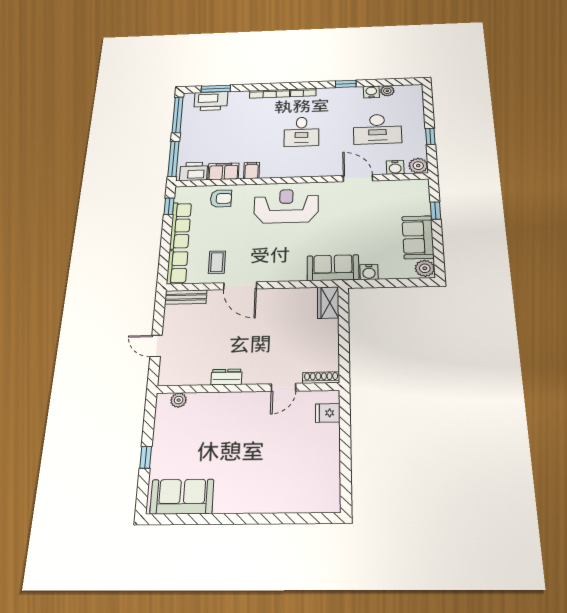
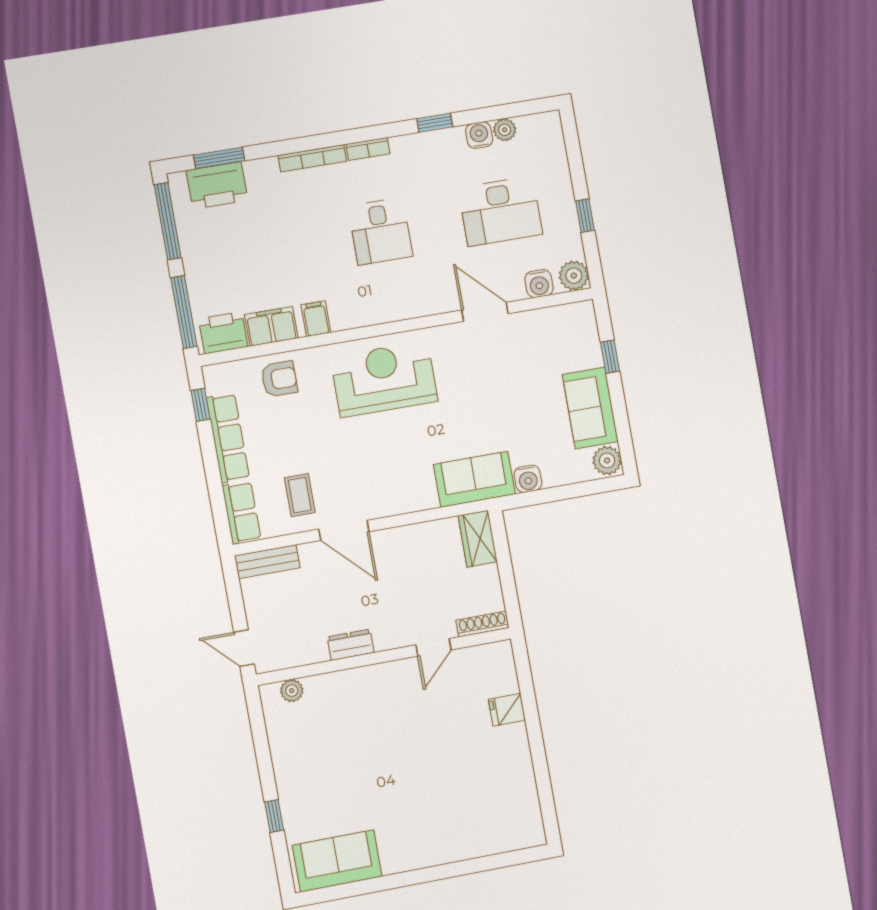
dresser: (226, 377) -> (351, 645), moved
shoe rack: (321, 378) -> (482, 624), moved
door: (283, 387) -> (433, 647), moved
wall: (248, 388) -> (384, 656), moved
plant: (179, 400) -> (292, 691), moved

